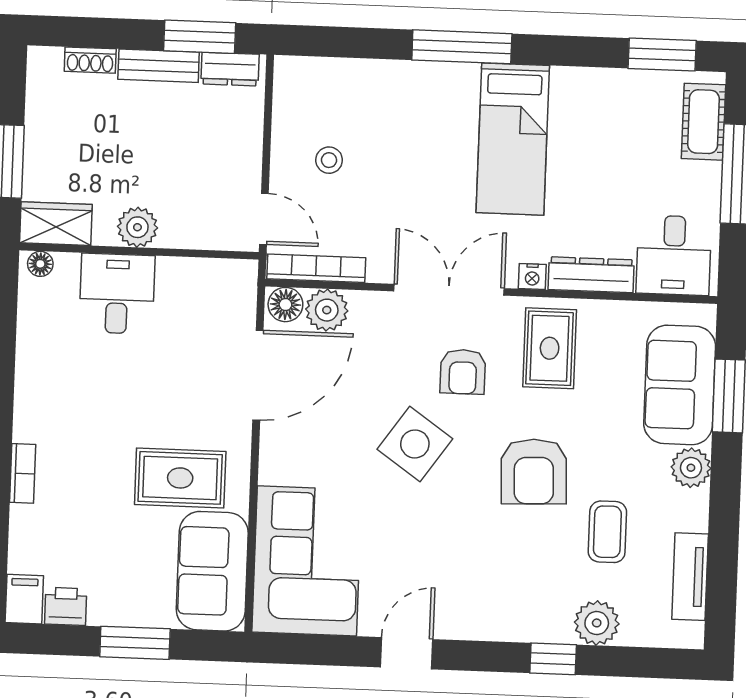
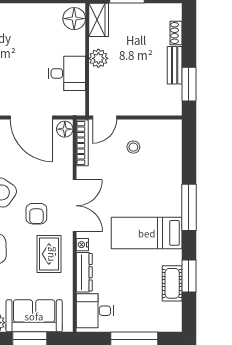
window: (662, 54) -> (189, 276), moved
dresser: (230, 69) -> (174, 99), removed
cot: (704, 122) -> (172, 283), moved, turned 90
floor lamp: (40, 264) -> (74, 19), width x1.89, depth x1.89
desk: (117, 294) -> (67, 73), moved
plant: (327, 310) -> (63, 149), removed
rug: (550, 348) -> (49, 254), turned 90
armchair: (463, 372) -> (36, 214), turned -90

